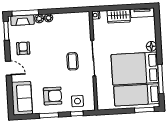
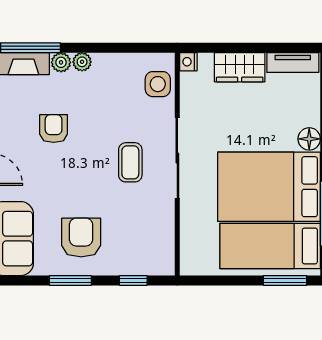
armchair: (23, 48) -> (54, 129), moved
armchair: (53, 96) -> (81, 237), turned -90
side table: (77, 101) -> (158, 84), moved

